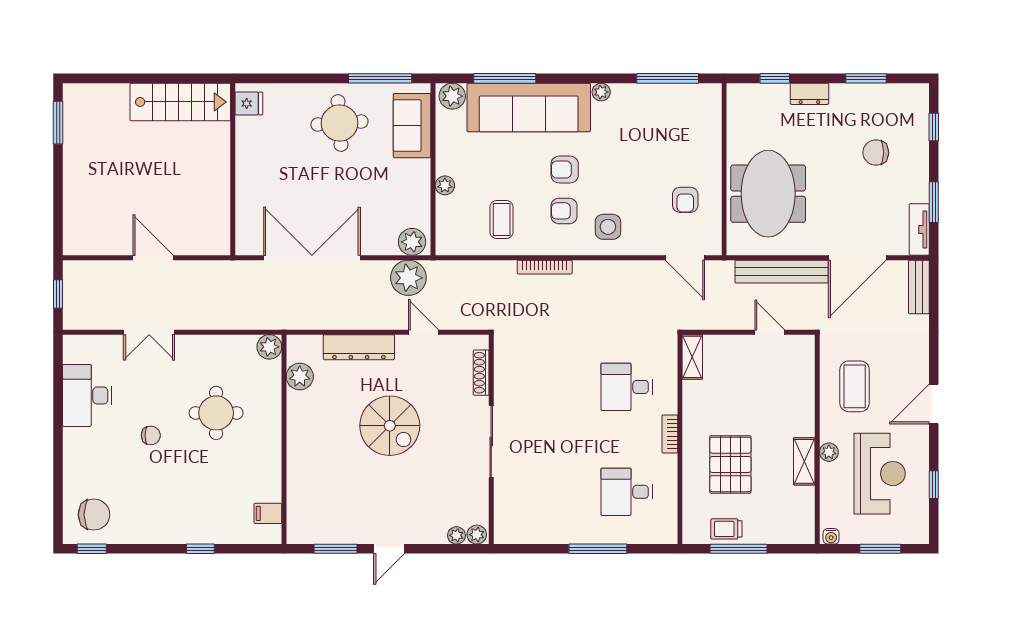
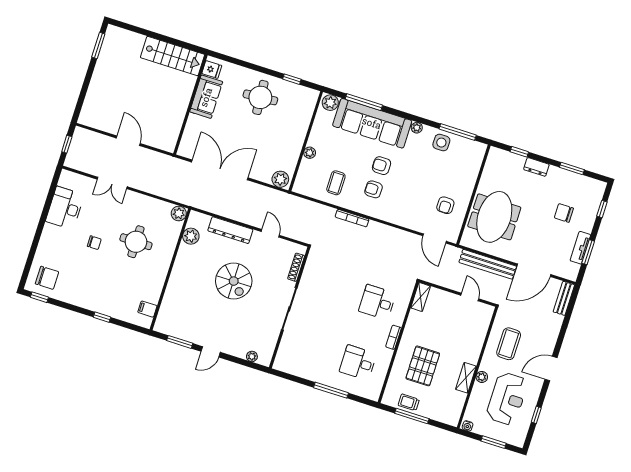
window: (380, 78) -> (292, 79), width x0.46
sofa: (412, 126) -> (206, 97), moved, turned 180
side table: (608, 227) -> (441, 143), moved
tv unit: (919, 230) -> (580, 248), moved
plant: (408, 278) -> (272, 199), removed
plant: (477, 535) -> (264, 360), removed

